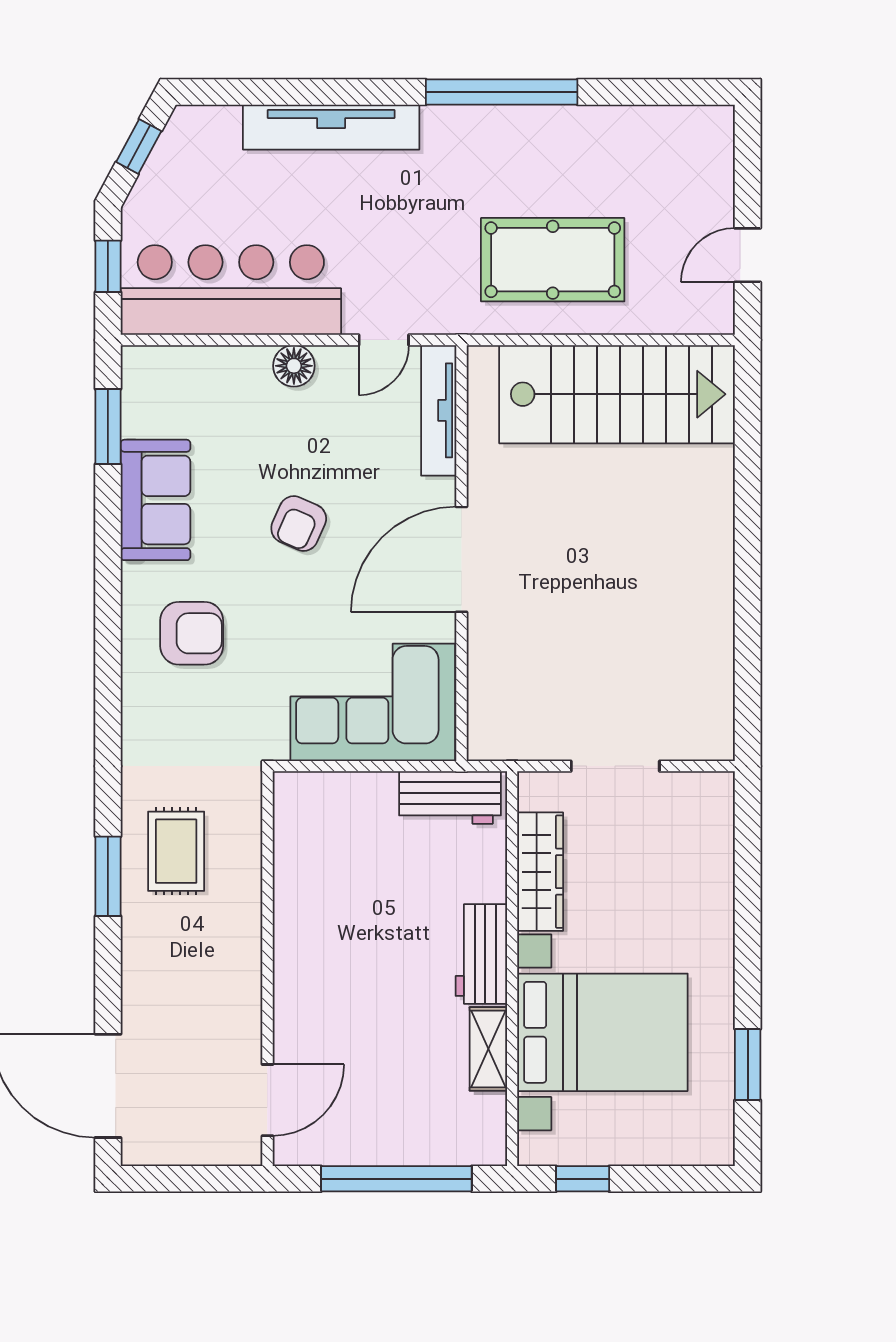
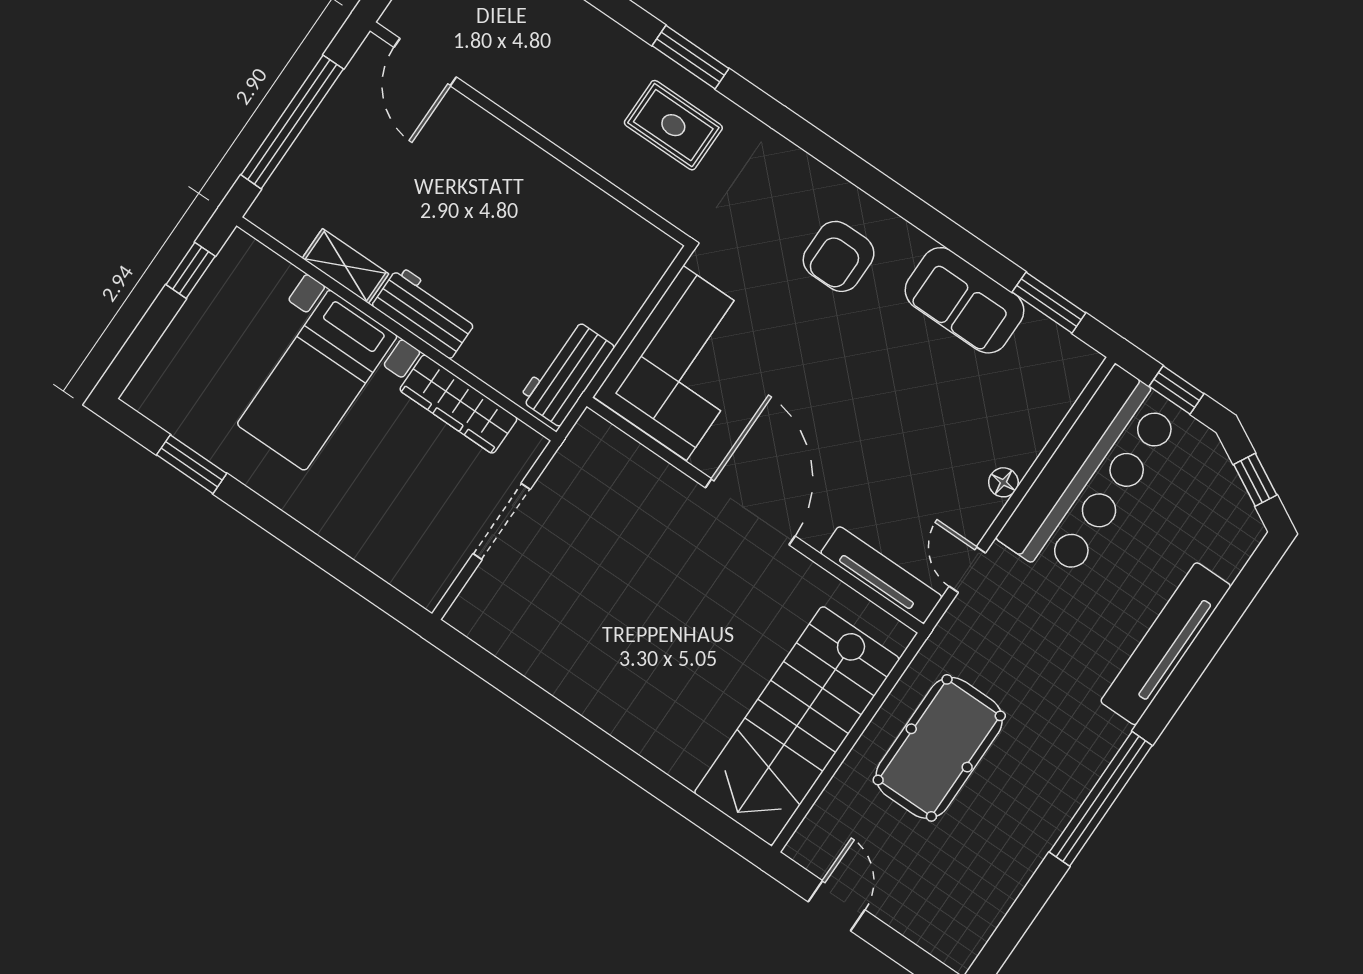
floor lamp: (294, 366) -> (1003, 482), width x0.73, depth x0.73
armchair: (299, 523) -> (868, 402), removed
bed with nightstands: (602, 1032) -> (317, 380), width x0.73

